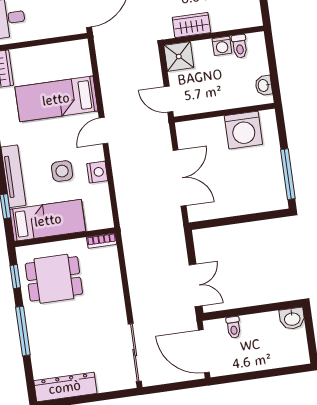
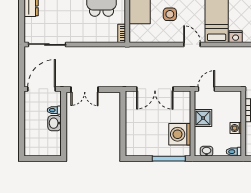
toilet: (240, 46) -> (234, 152), moved
shower: (179, 57) -> (203, 118), moved
nightstand: (97, 172) -> (236, 37), moved
window: (288, 174) -> (169, 159), moved
washbasin: (292, 319) -> (55, 123), moved

